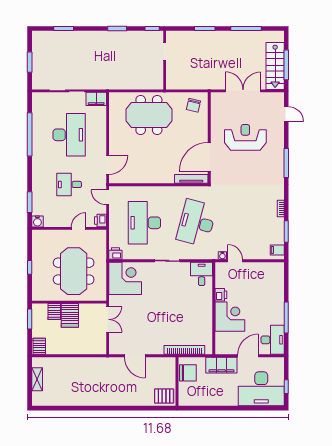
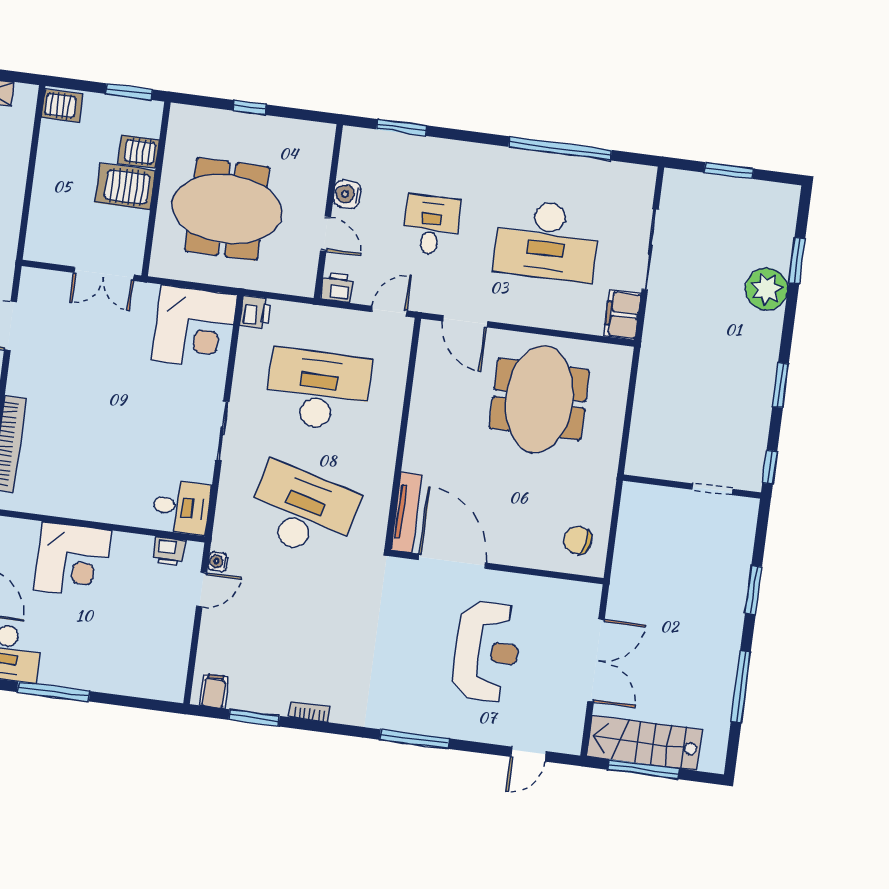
plant: (77, 40) -> (767, 289), added
meeting table: (149, 115) -> (539, 399), moved
water cooler: (37, 221) -> (347, 194), moved
printer: (221, 295) -> (169, 551), moved

